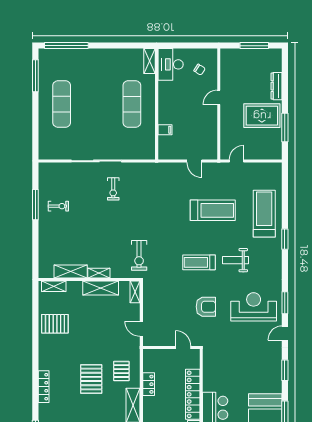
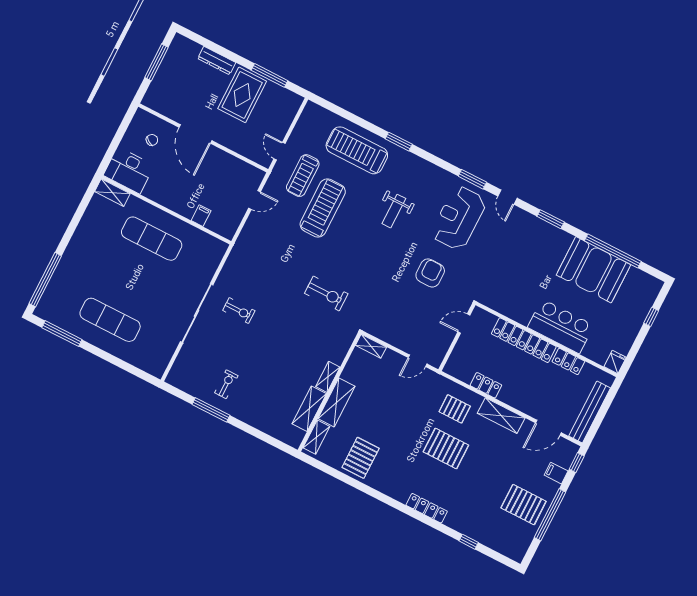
door: (219, 97) -> (195, 134), width x1.87
exercise bike: (139, 255) -> (326, 294), moved
treadmill: (199, 262) -> (303, 176), moved
shelving: (101, 288) -> (336, 402), moved

